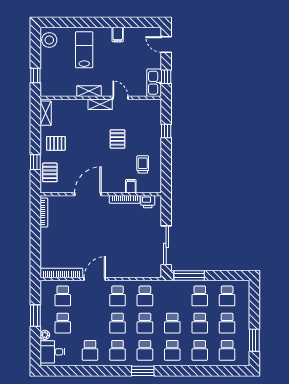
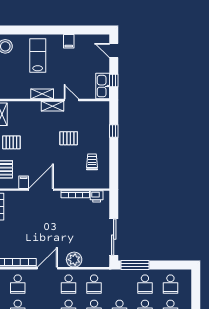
pallet: (117, 139) -> (69, 138), turned 90
filing cabinet: (131, 186) -> (24, 182), moved
plant: (123, 270) -> (74, 260), added

